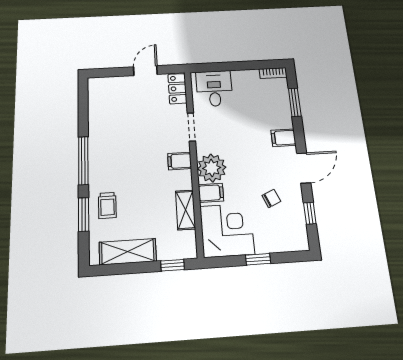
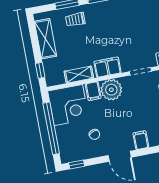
filing cabinet: (180, 161) -> (107, 67), width x2.00
window: (310, 213) -> (77, 164), moved
window: (258, 259) -> (51, 128), width x3.17

